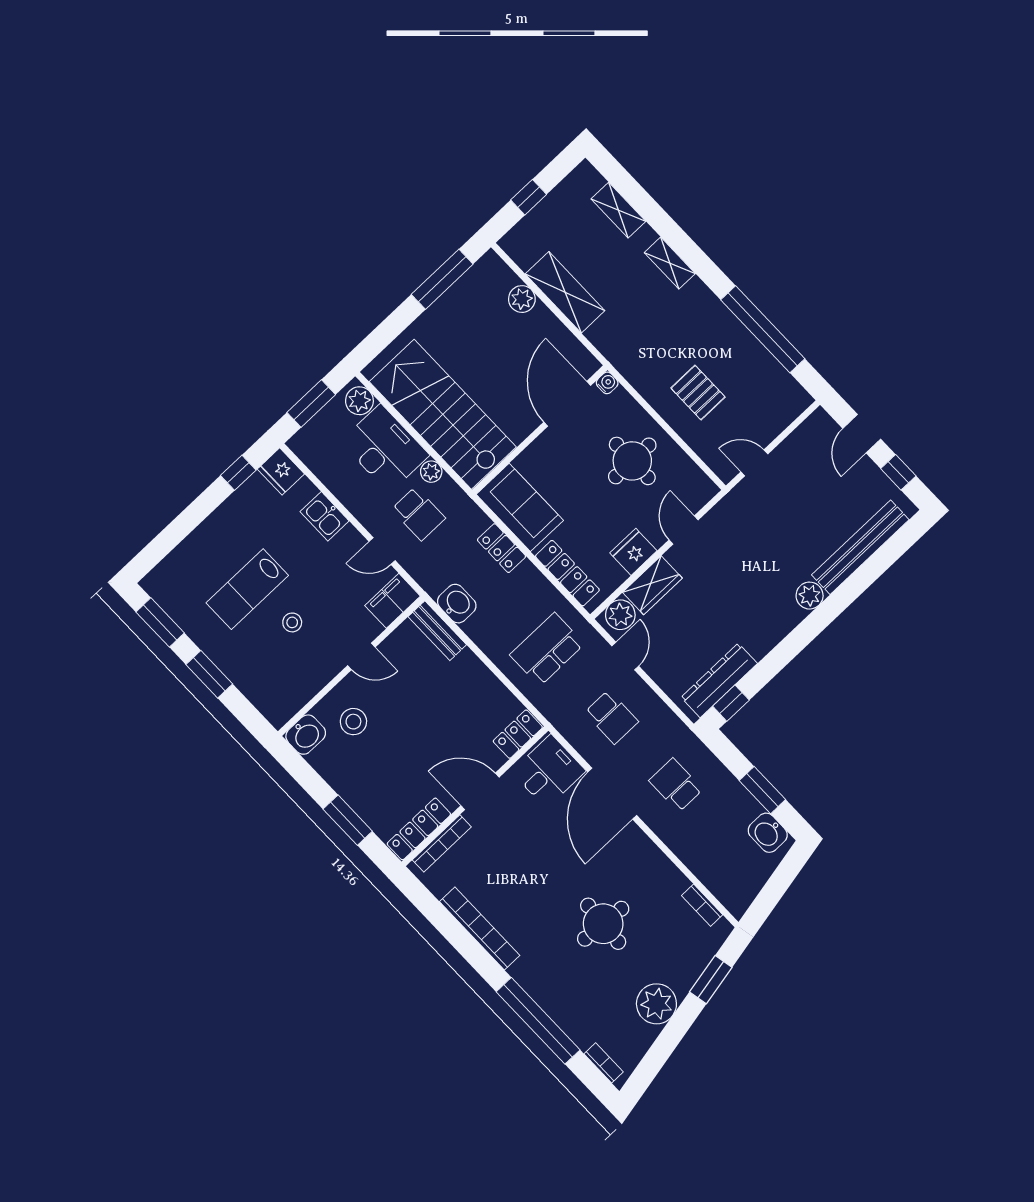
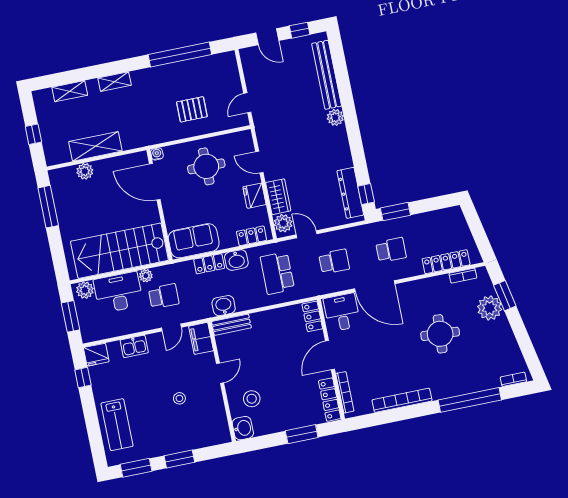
locker: (567, 573) -> (252, 236), width x0.66
lab bench: (247, 589) -> (117, 425), moved
school desk: (676, 785) -> (391, 250), turned 180
window: (762, 790) -> (395, 212), moved
washbasin: (768, 833) -> (236, 260), moved
locker: (707, 870) -> (446, 262), added
plant: (656, 1004) -> (490, 308), moved

